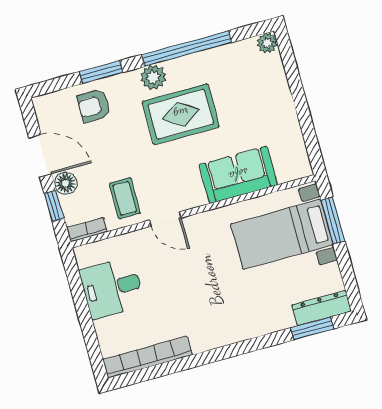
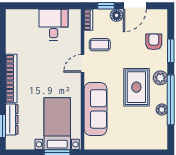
plant: (267, 43) -> (162, 110), moved
sofa: (238, 175) -> (95, 109), width x1.36
dresser: (322, 308) -> (12, 119), moved
bookcase: (148, 357) -> (11, 78), moved

